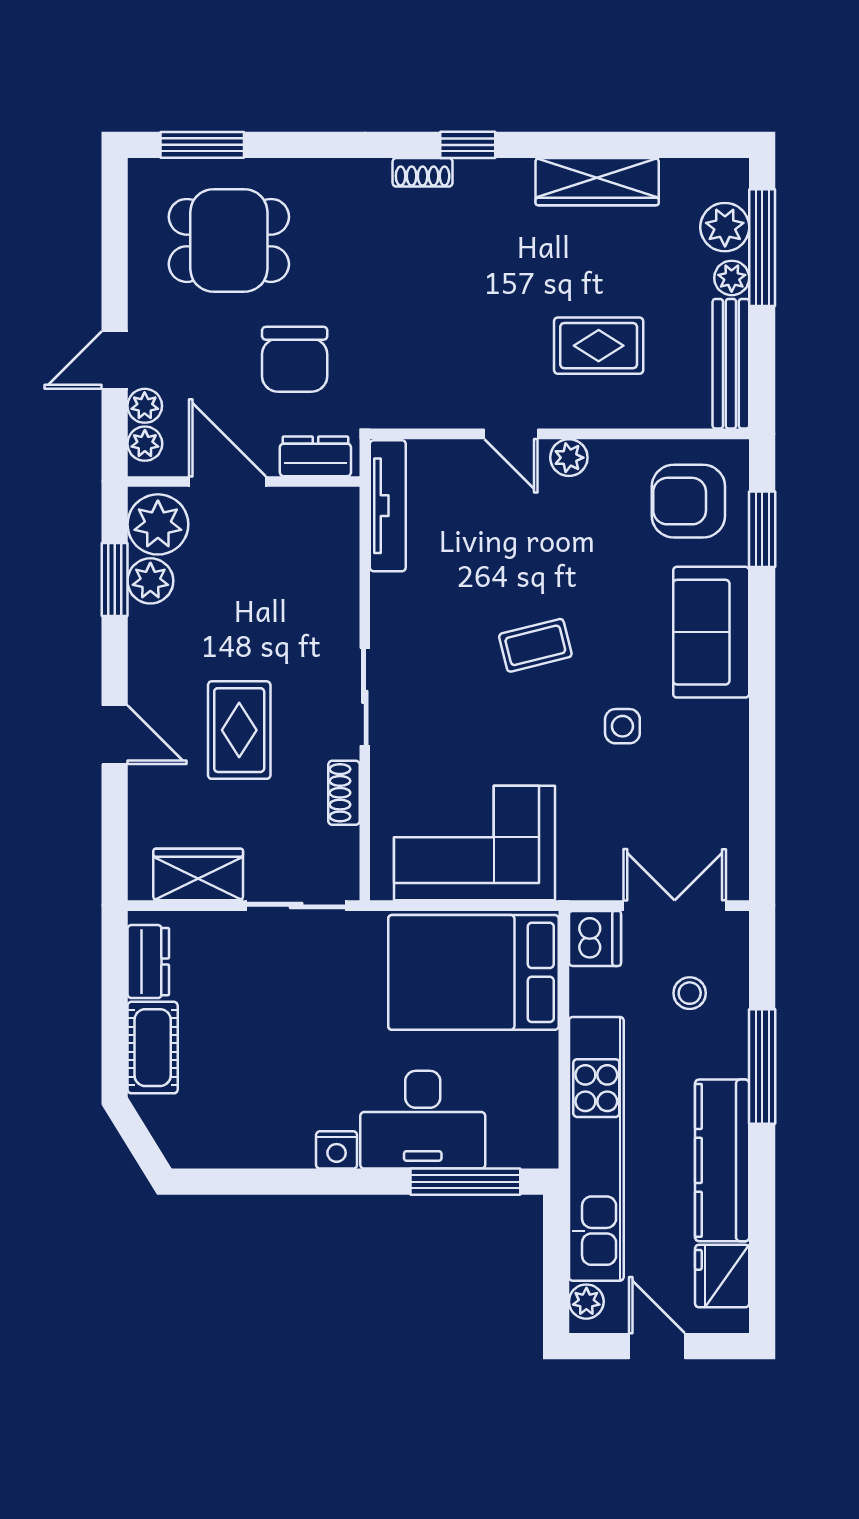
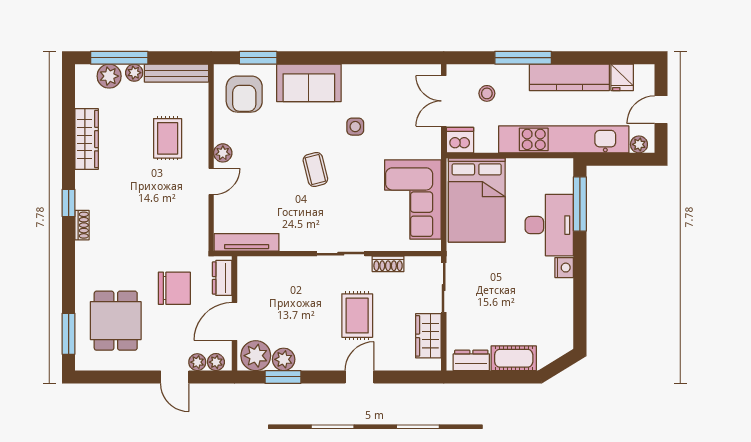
rug: (239, 730) -> (357, 316), turned 90
fridge: (722, 1276) -> (622, 77), width x0.72

